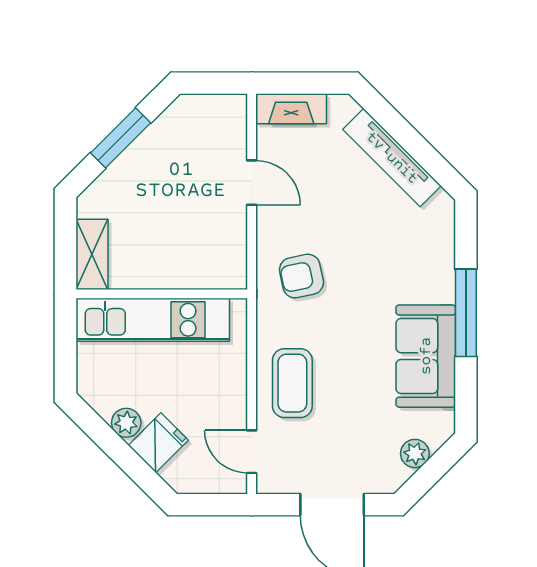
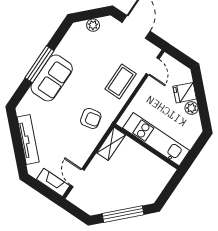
window: (121, 138) -> (123, 214), width x1.44
door: (252, 183) -> (77, 178), moved
shelving: (92, 254) -> (111, 144), moved
sofa: (426, 356) -> (52, 78), moved

